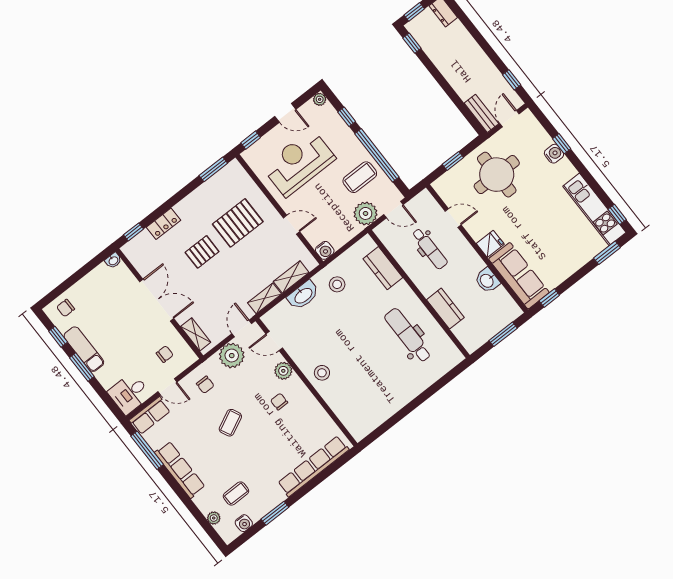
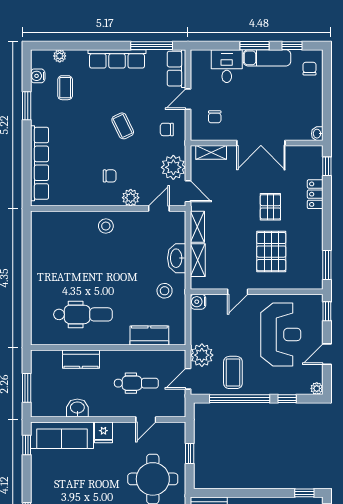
dental chair: (430, 249) -> (136, 383), turned 180
desk: (129, 393) -> (227, 66), moved

